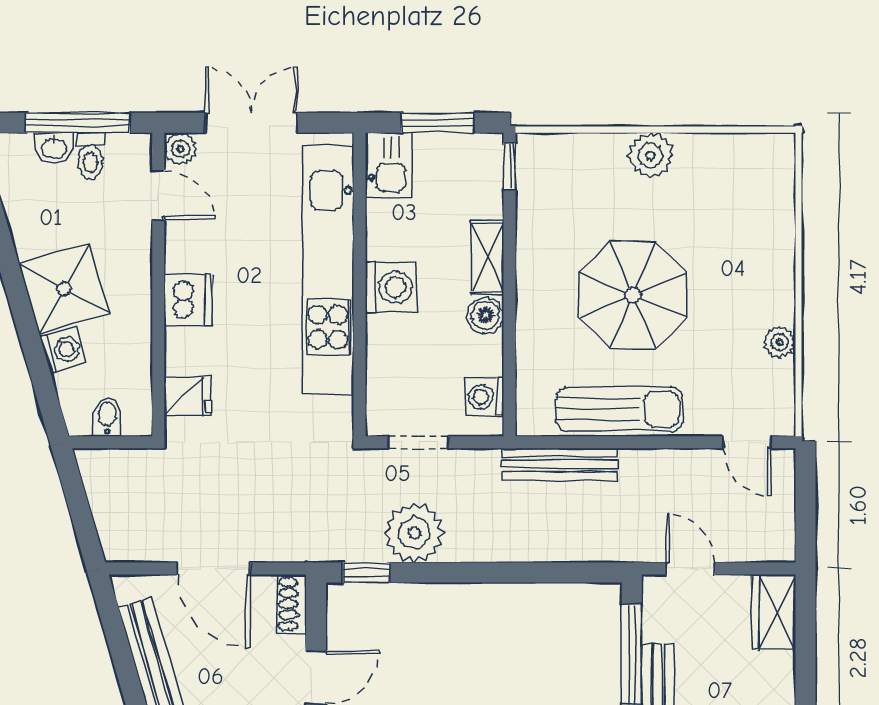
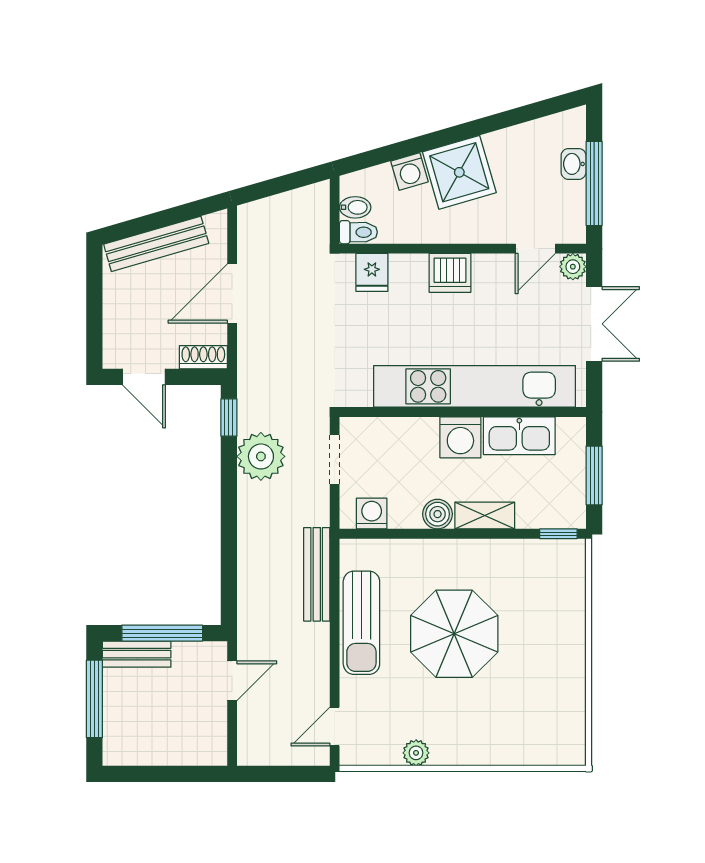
plant: (650, 155) -> (568, 648), removed
toilet: (90, 156) -> (358, 232), moved, turned 180
kitchen sink: (389, 165) -> (519, 436), moved, width x1.38
wardrobe: (774, 612) -> (197, 748), removed

